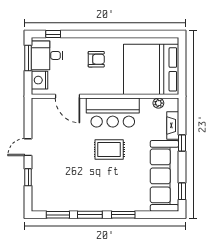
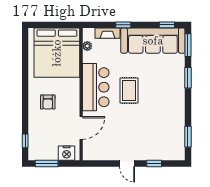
desk: (47, 55) -> (44, 146), removed
armchair: (96, 59) -> (48, 102), turned 180
window: (90, 215) -> (188, 45), moved

